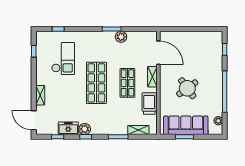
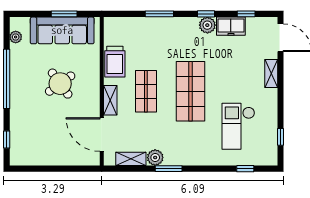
shelving: (138, 130) -> (131, 159), moved

